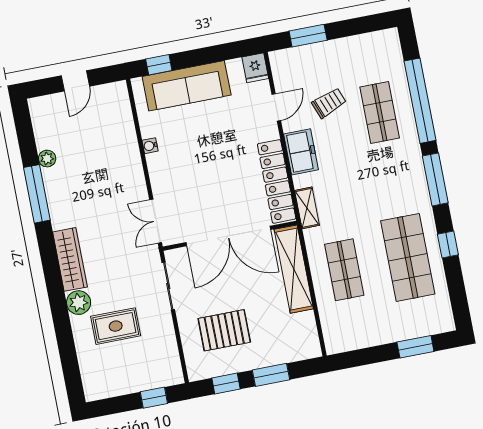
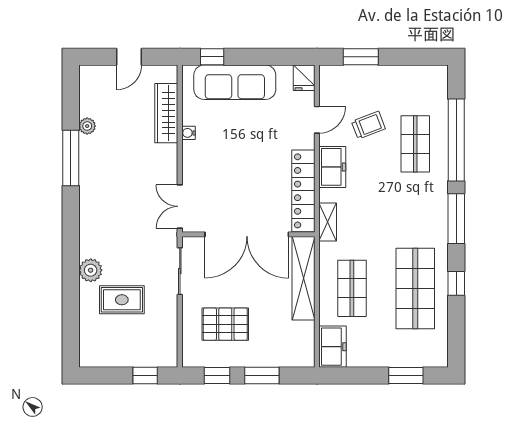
wardrobe: (70, 259) -> (166, 113), moved, turned 180
freezer: (336, 332) -> (332, 347), added

